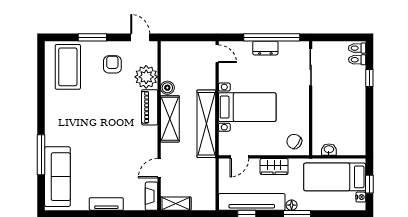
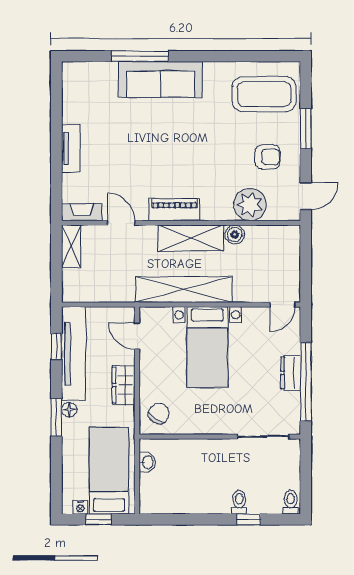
toilet: (357, 60) -> (239, 502), moved
piano: (150, 107) -> (175, 210), moved
sofa: (57, 177) -> (160, 79), moved

